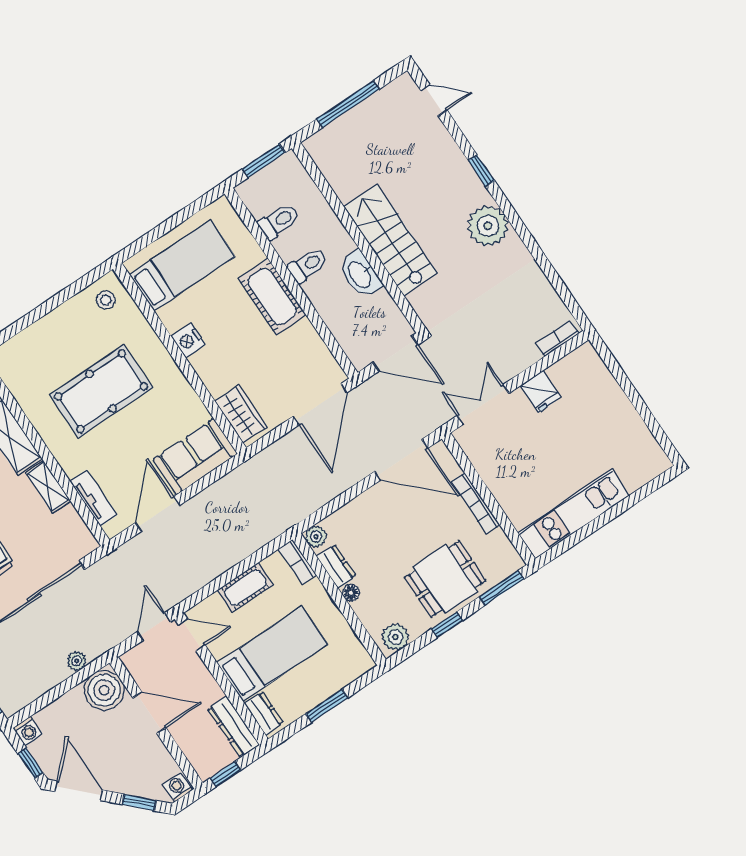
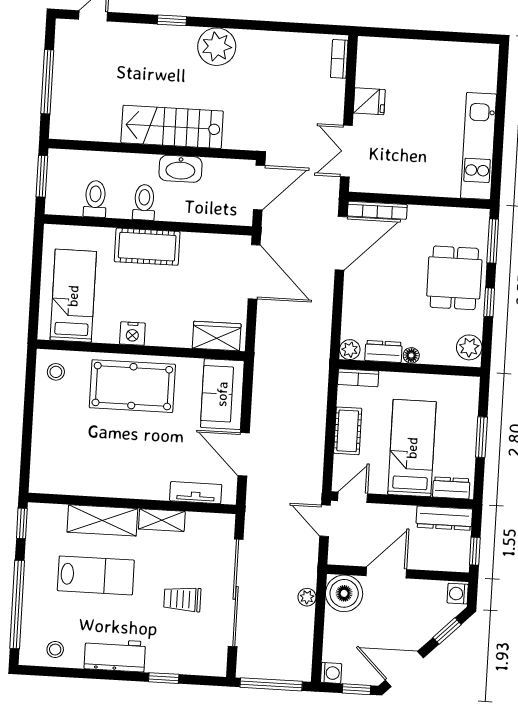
pool table: (101, 391) -> (132, 386), moved, turned 90
bookcase: (476, 503) -> (377, 210), moved

